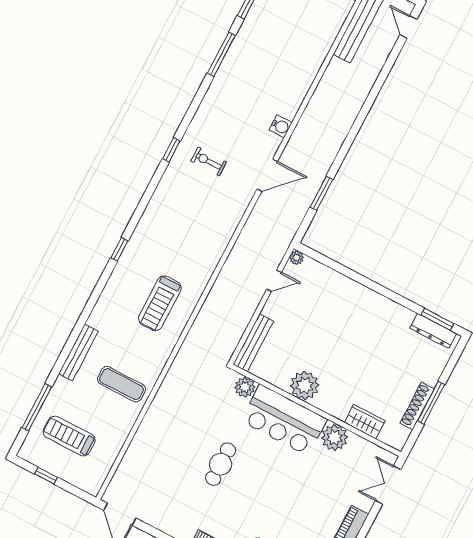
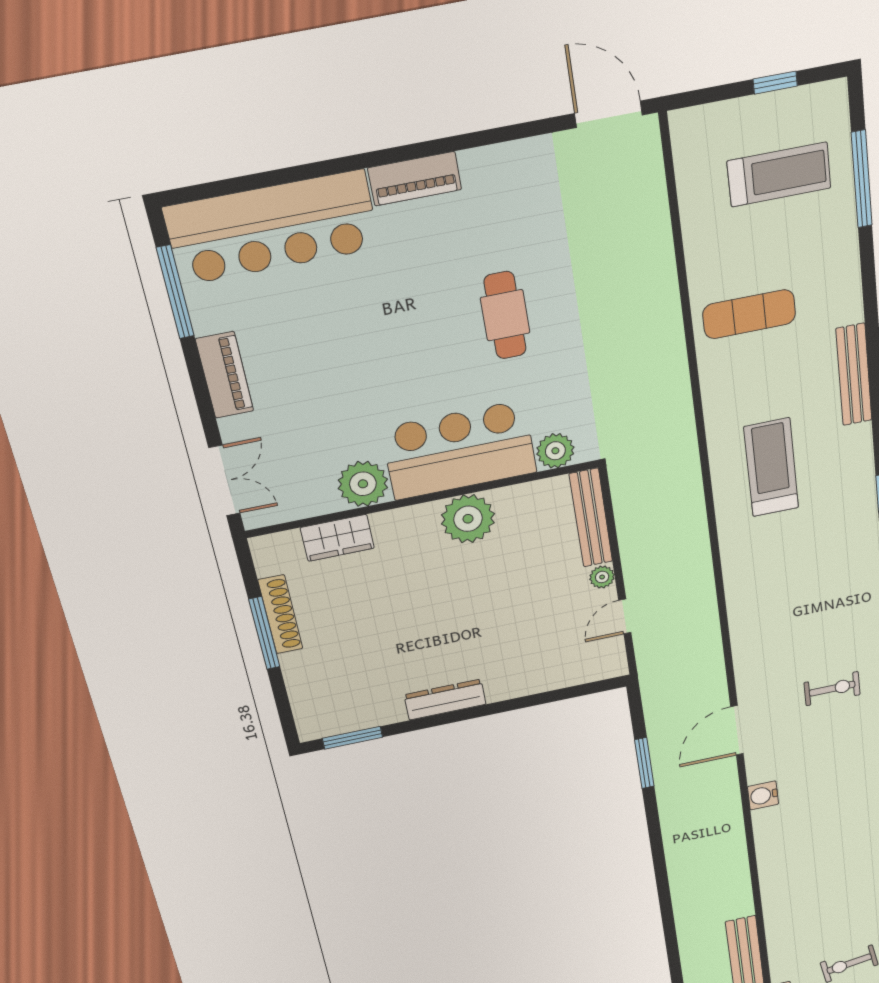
plant: (297, 258) -> (602, 577), moved
dresser: (433, 331) -> (445, 700), moved
bench: (78, 352) -> (854, 375), moved

